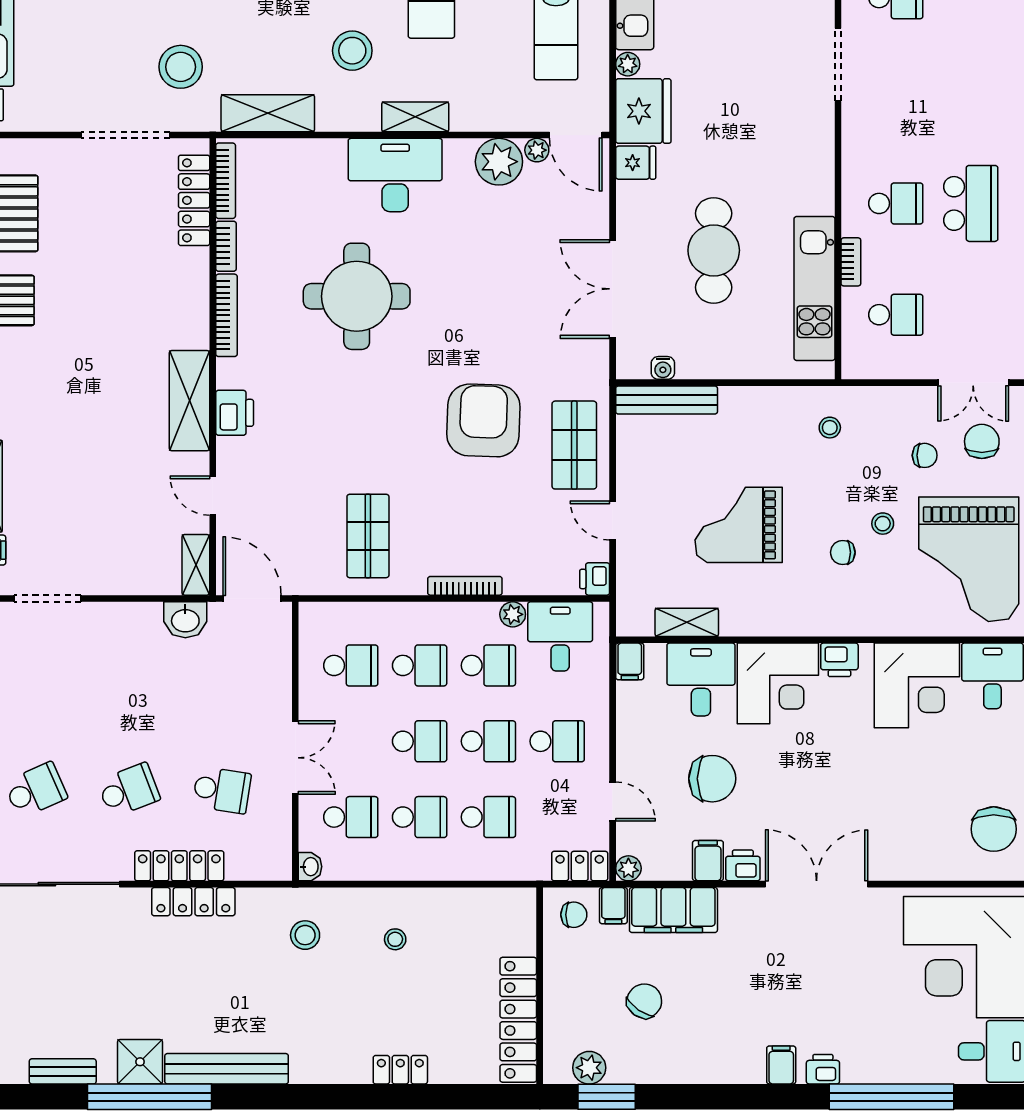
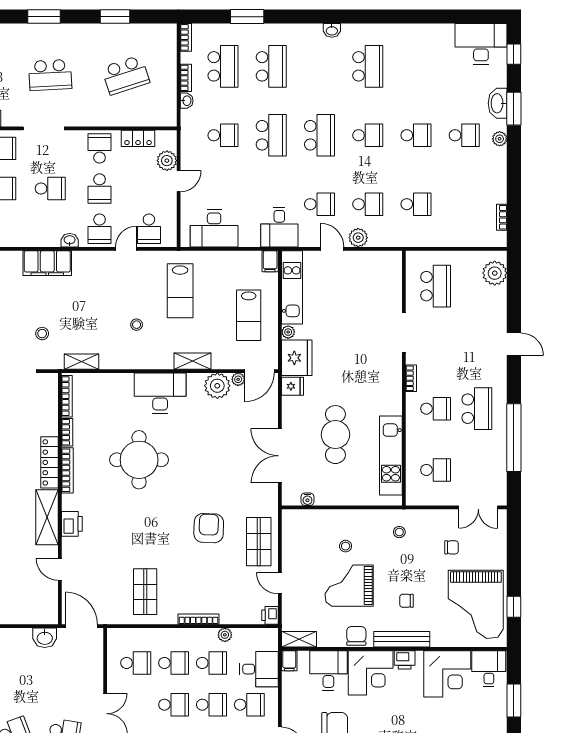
stool: (352, 51) -> (137, 325), width x0.53, depth x0.53
stool: (181, 67) -> (42, 334), width x0.53, depth x0.53
shelving: (268, 113) -> (82, 362), width x0.67, depth x0.75
shelving: (415, 117) -> (193, 361), moved
door: (576, 135) -> (259, 371), hinge flipped
locker: (194, 200) -> (50, 462), moved
bookcase: (851, 262) -> (411, 378), moved
bench: (667, 400) -> (402, 639), moved
armchair: (483, 420) -> (209, 528), width x0.73, depth x0.73
chair: (982, 441) -> (356, 636), moved
stool: (883, 524) -> (346, 546), moved
shelving: (196, 565) -> (51, 608), removed
shelving: (687, 622) -> (299, 639), moved
desk: (560, 636) -> (259, 669), moved, turned 90

